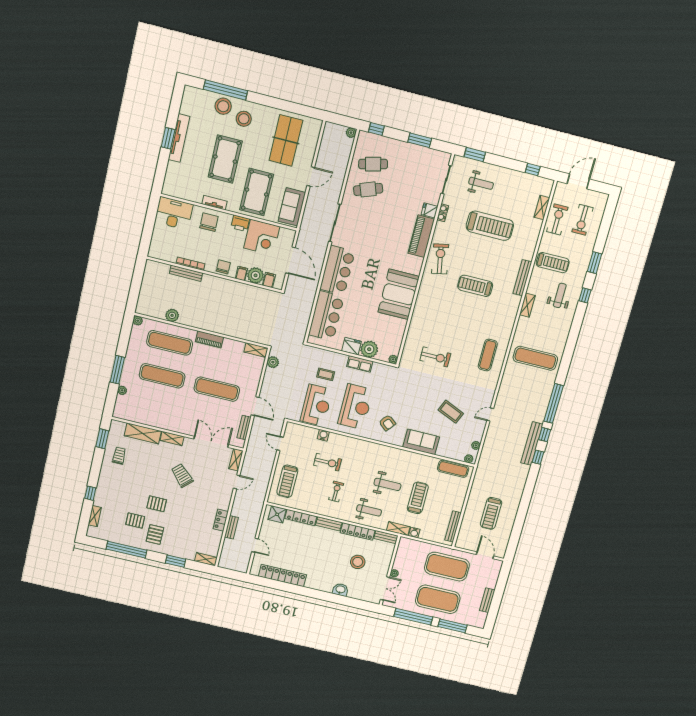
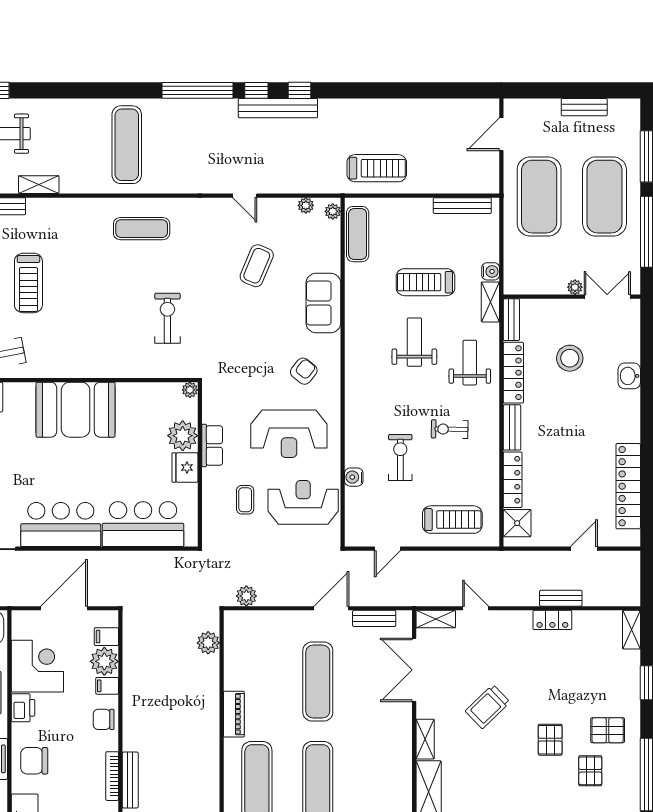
plant: (172, 315) -> (208, 643), moved
shelving: (256, 350) -> (233, 630), removed
reception desk: (356, 407) -> (289, 434), turned 180
treadmill: (491, 513) -> (377, 168), moved

